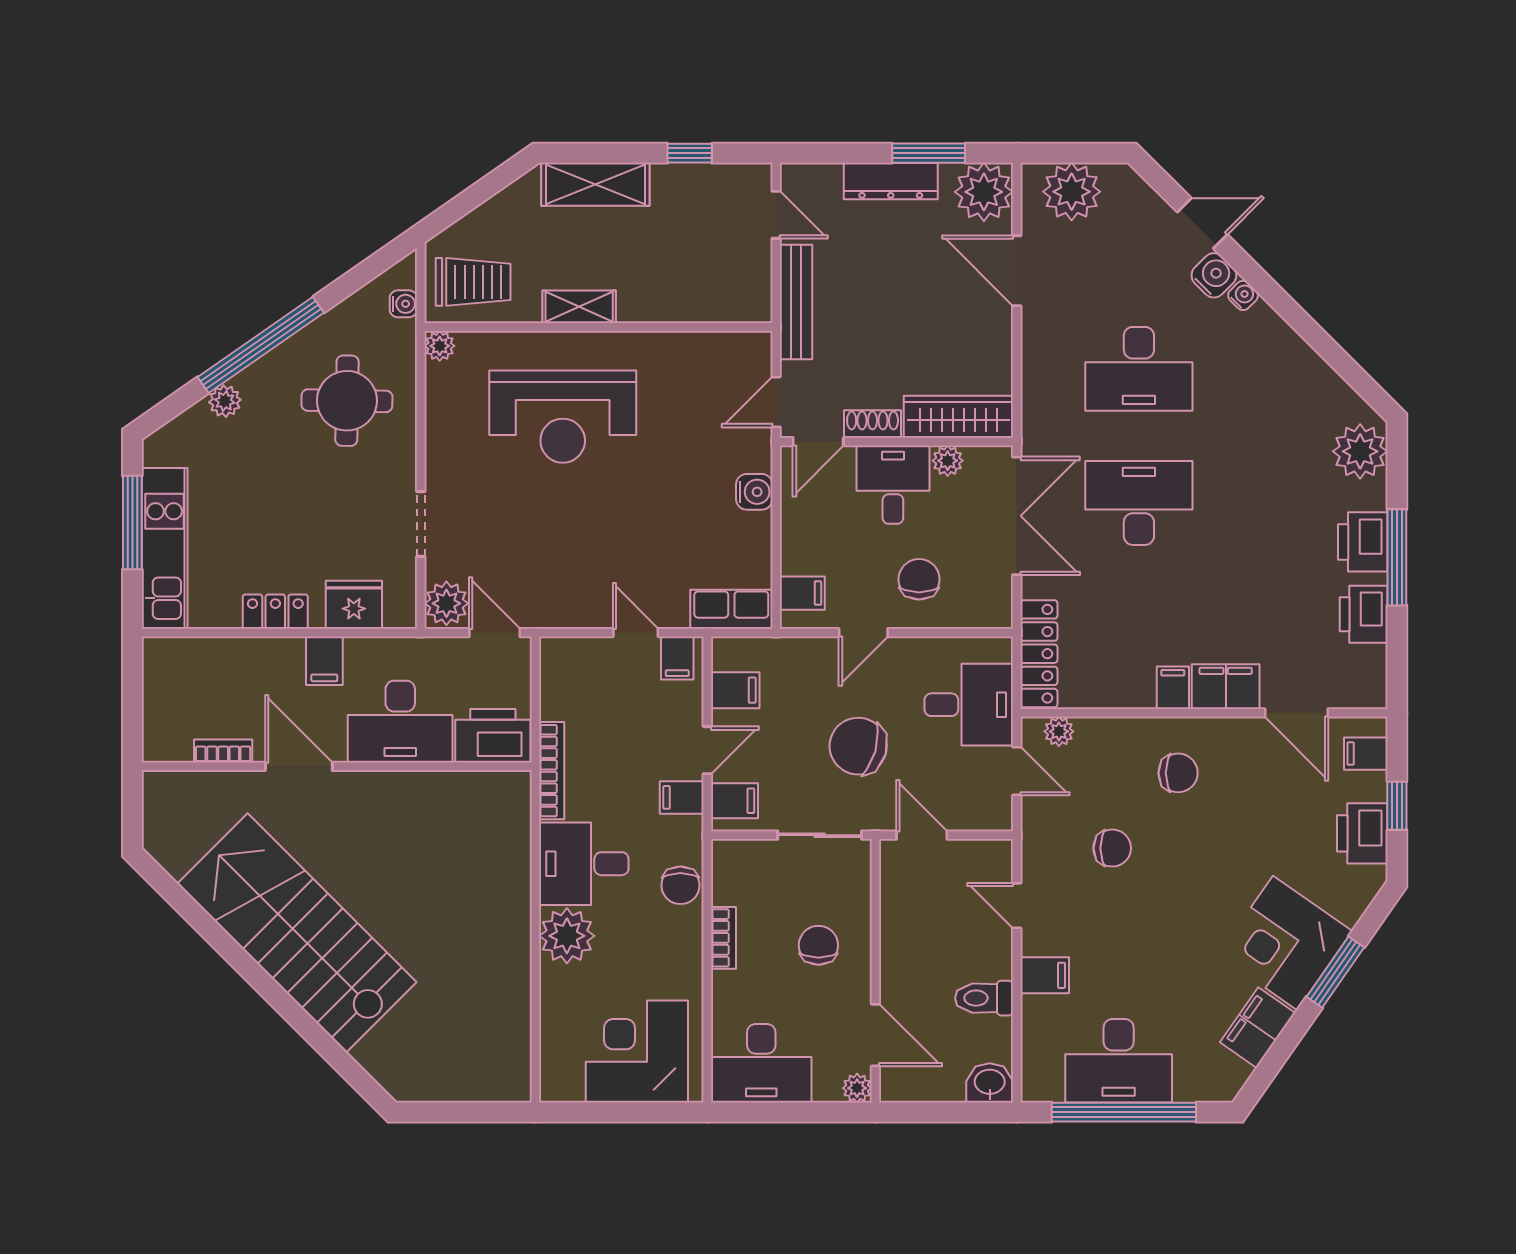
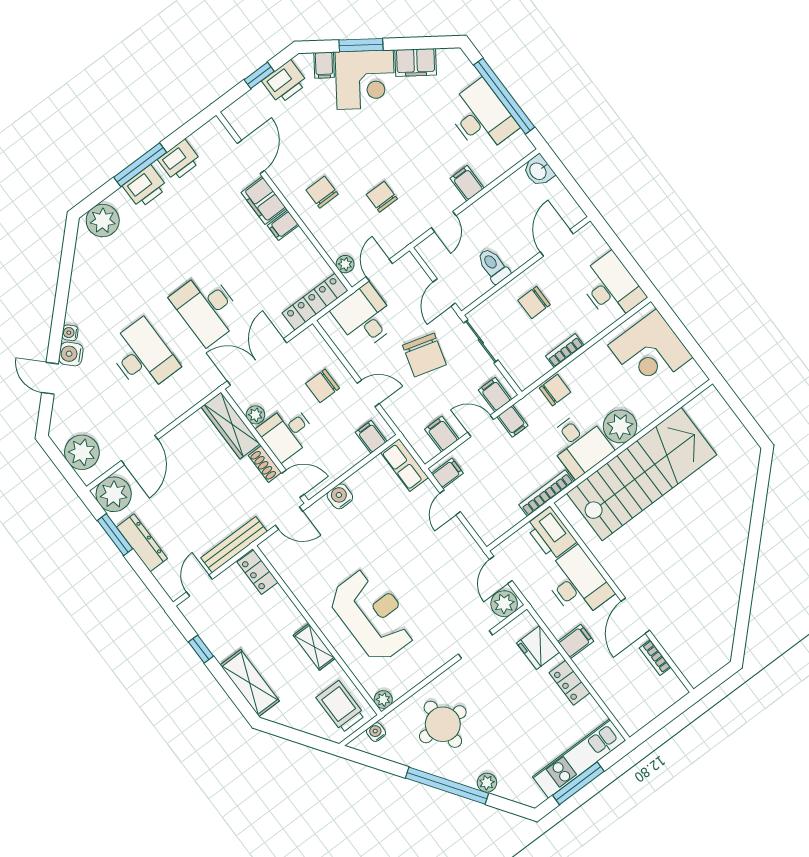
locker: (736, 306) -> (258, 572), added
filing cabinet: (1366, 754) -> (324, 65), moved, turned 35
stairs: (297, 933) -> (642, 474), moved, turned -135
toilet: (984, 998) -> (493, 266), moved, turned 180
plant: (857, 1088) -> (589, 233), removed

